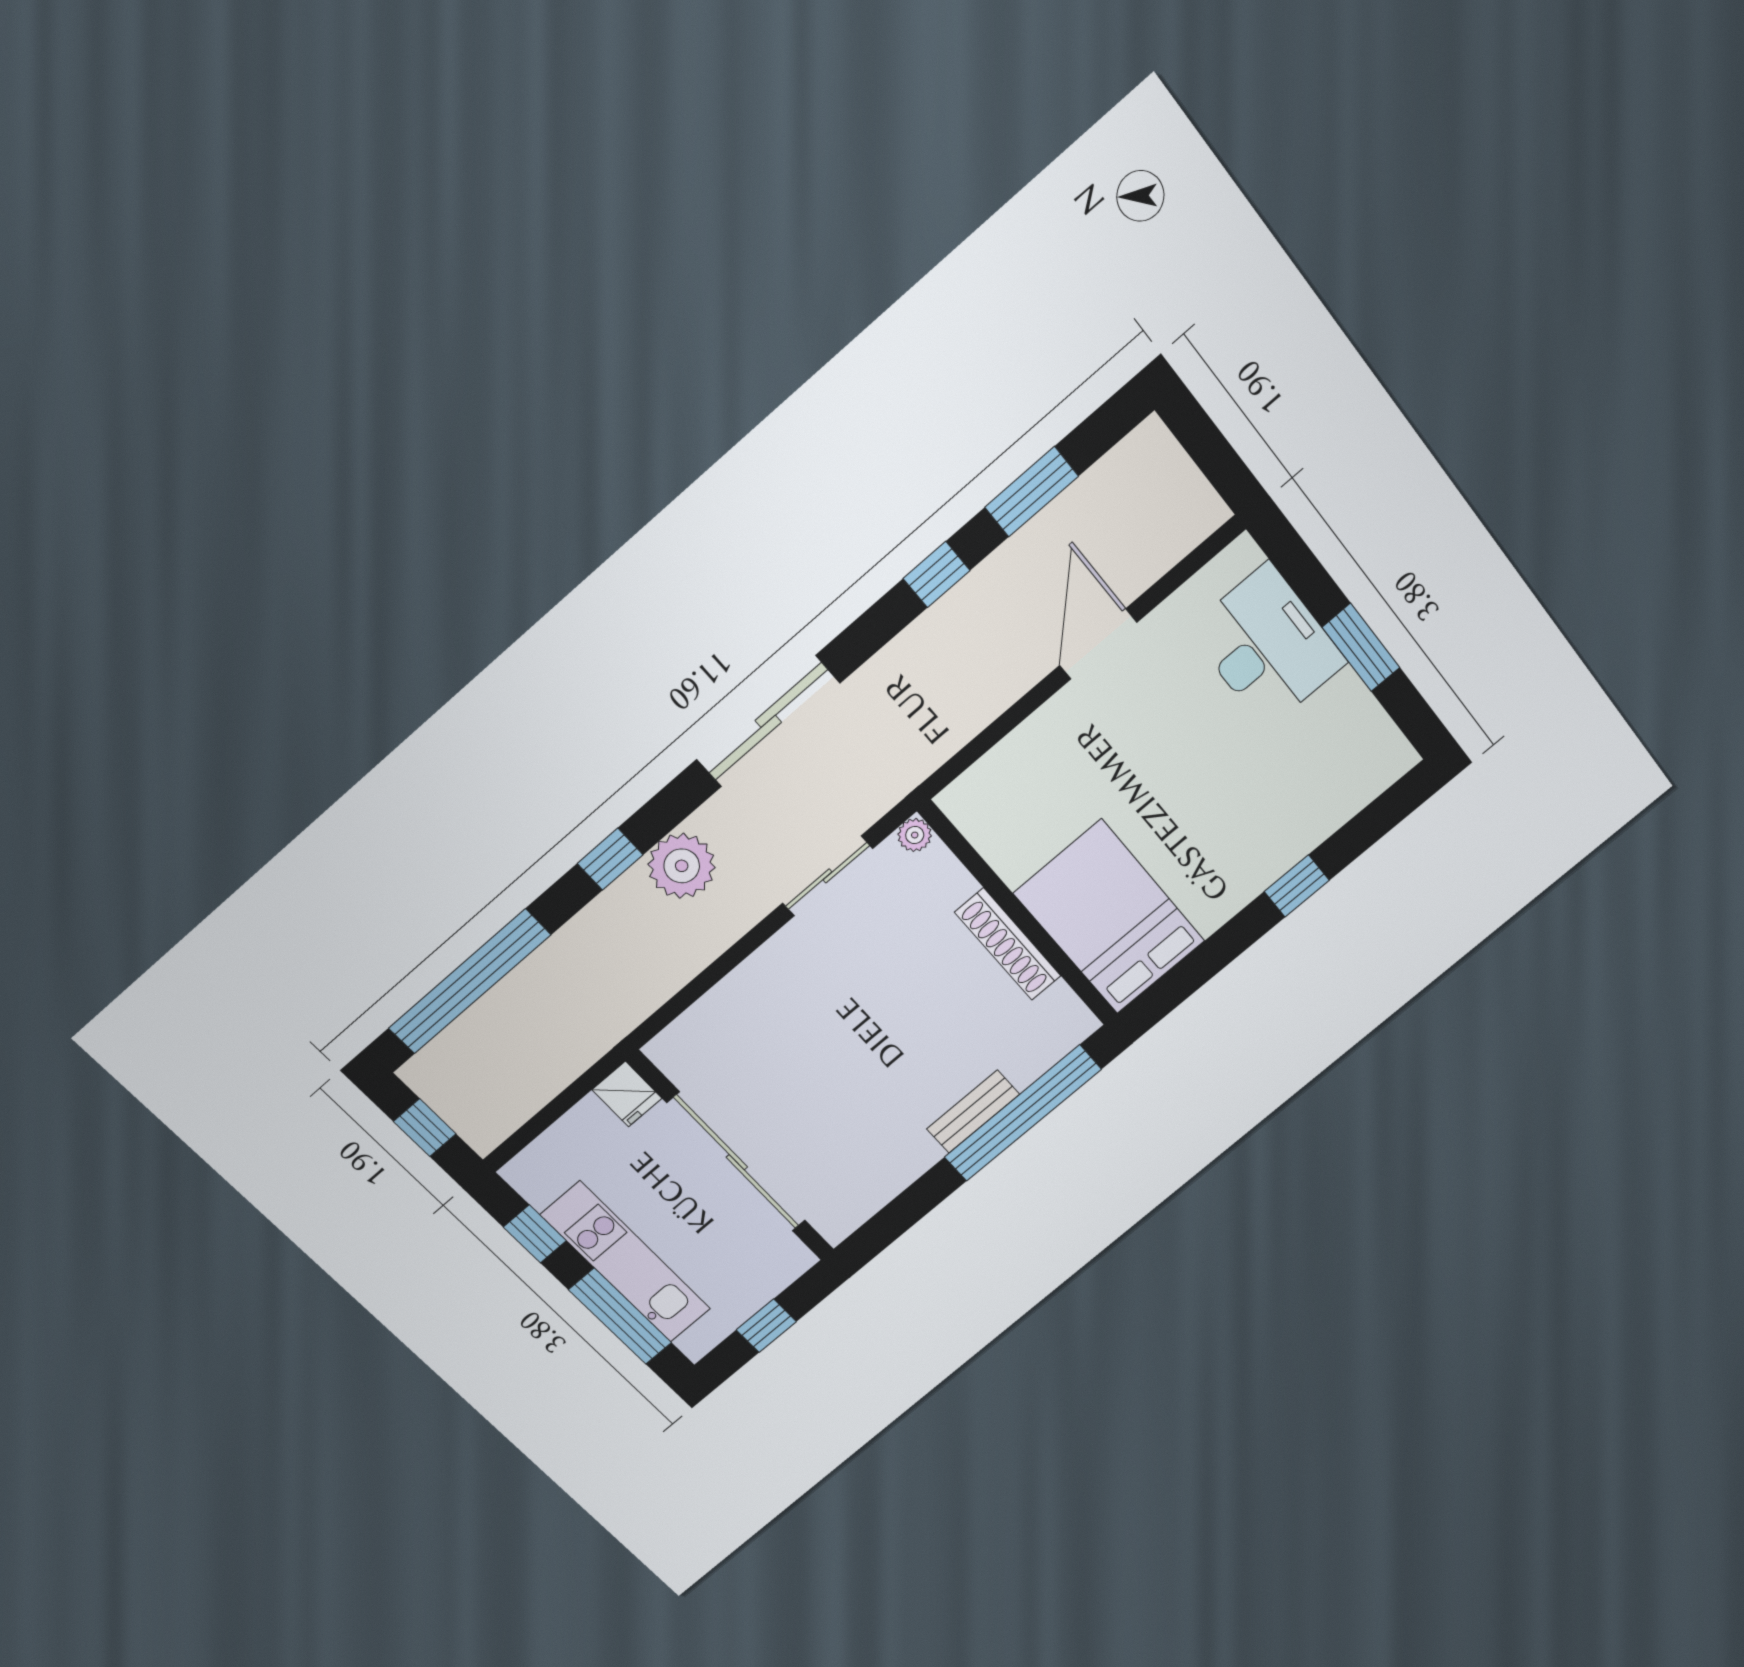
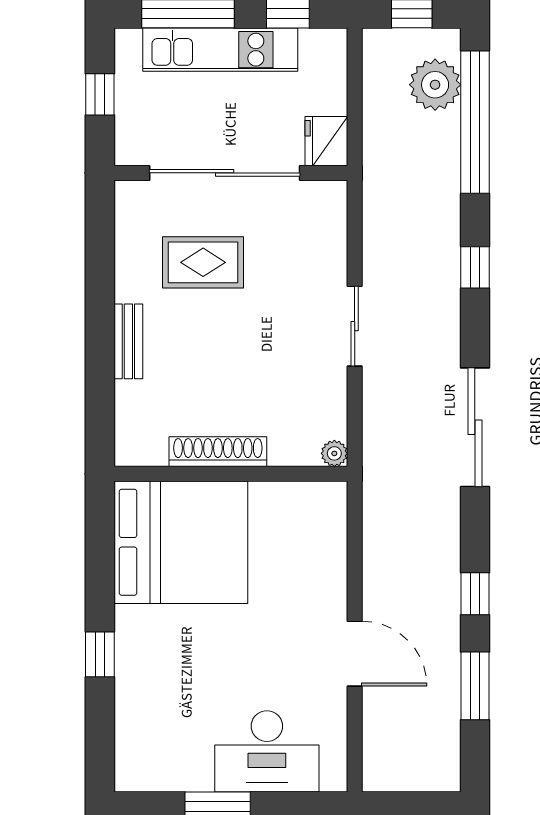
plant: (682, 866) -> (435, 85), moved
sliding door: (828, 876) -> (355, 326), moved
bed: (1109, 917) -> (181, 542), width x1.36
fridge: (627, 1094) -> (326, 141), width x1.38
rug: (839, 1110) -> (203, 262), added
window: (1023, 1113) -> (100, 370), removed

